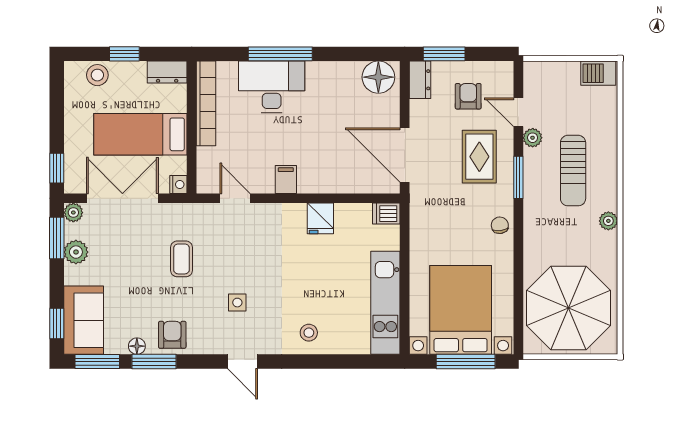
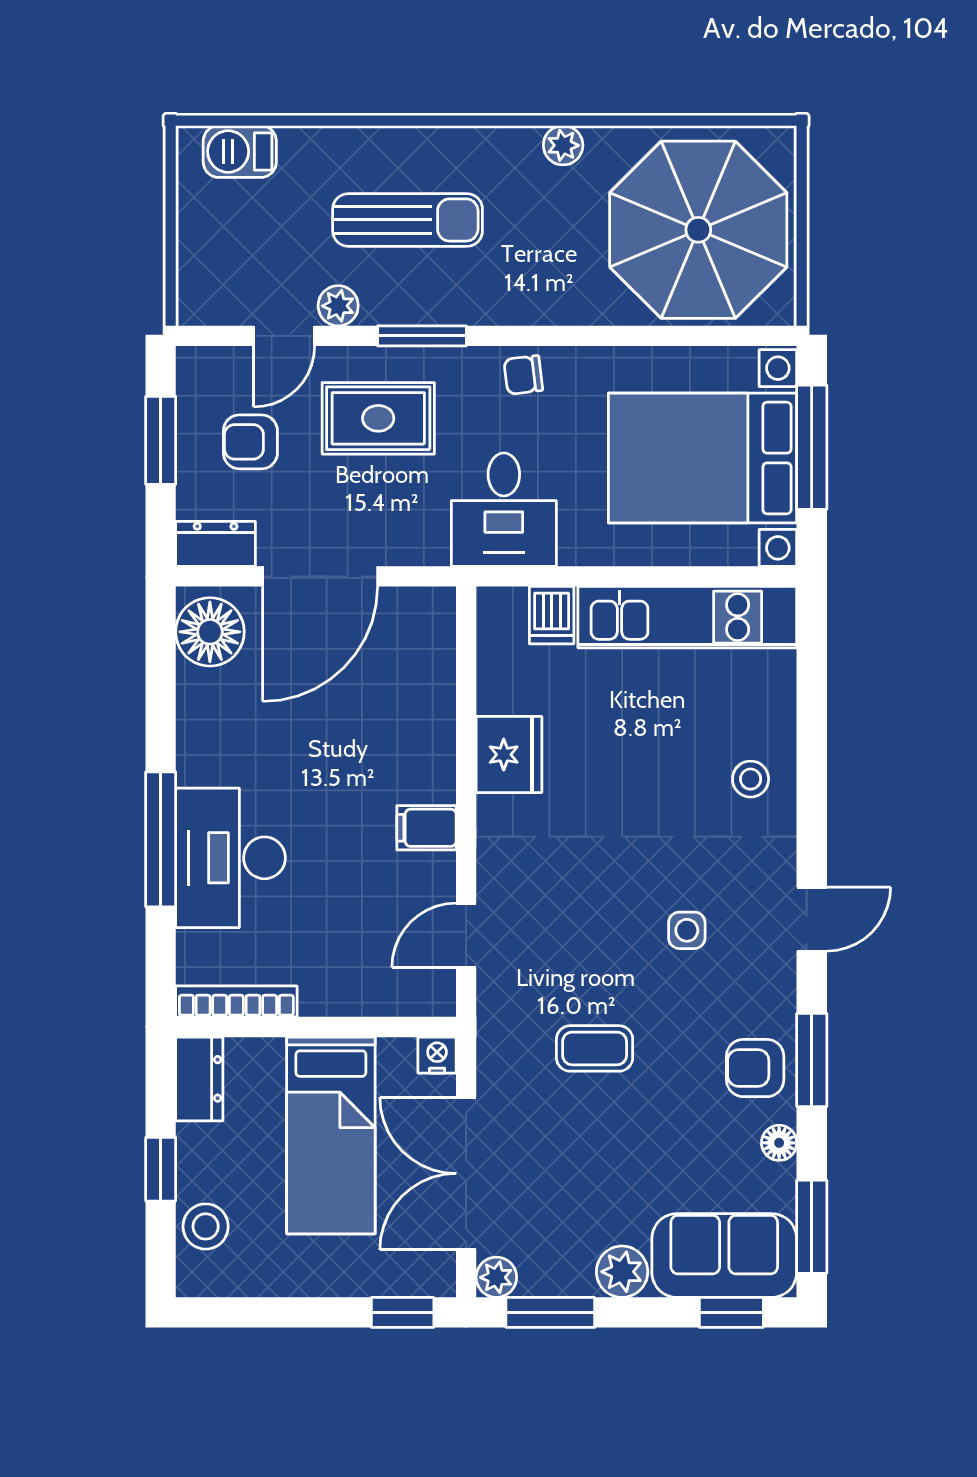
window: (444, 54) -> (161, 440), moved
barbecue: (598, 73) -> (240, 151), moved, turned 90
bookcase: (206, 103) -> (236, 1001), width x0.68, depth x0.76
door: (405, 155) -> (320, 576), moved
dishwasher: (386, 214) -> (552, 615), moved
desk: (436, 216) -> (504, 510), added
fridge: (320, 218) -> (509, 755), width x1.38
plant: (608, 221) -> (563, 145), moved
plant: (76, 252) -> (622, 1272), moved
window: (154, 362) -> (812, 1060), moved

